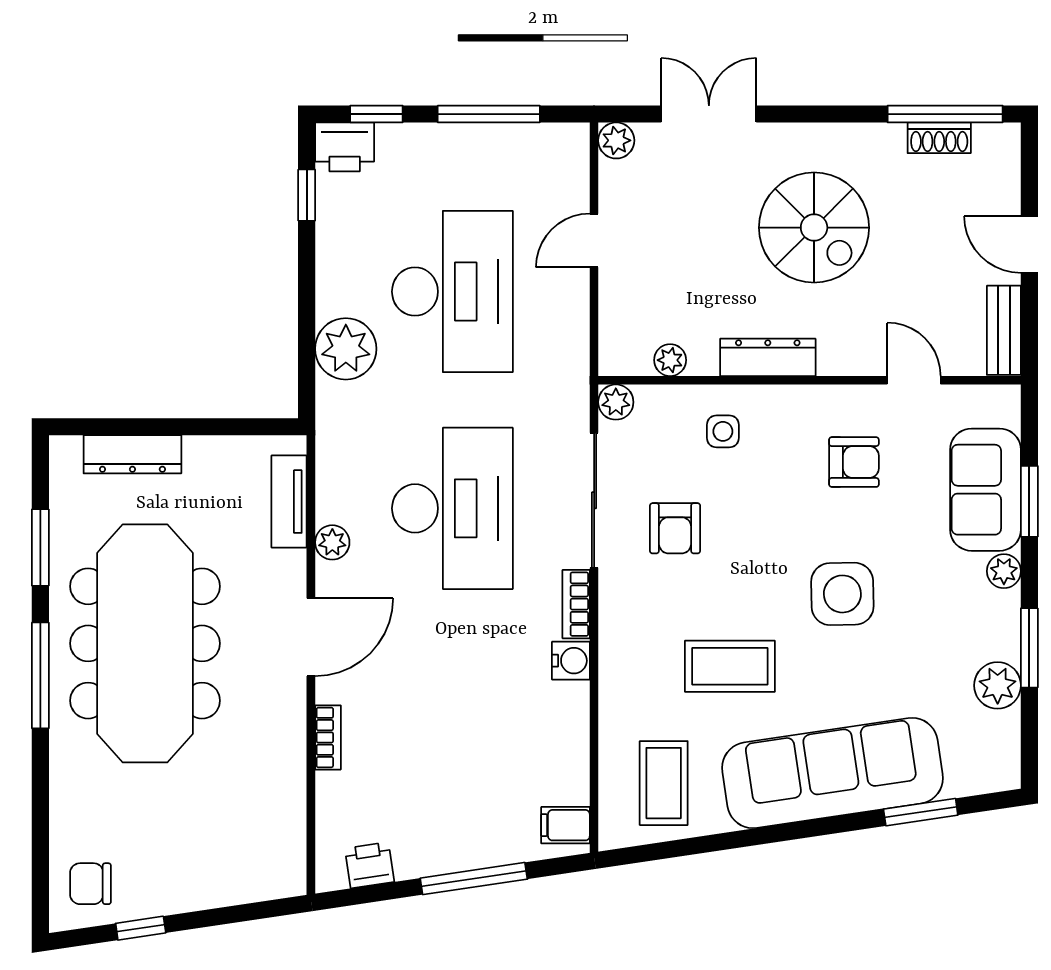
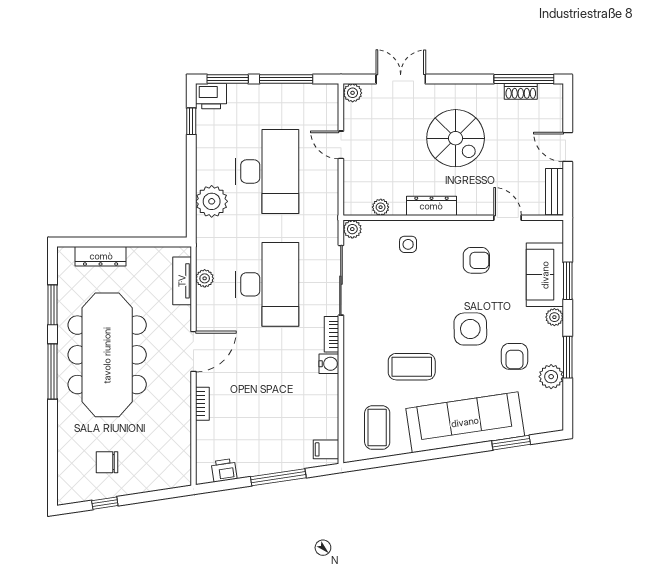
window: (376, 114) -> (228, 79), width x1.50
door: (594, 240) -> (341, 145), hinge flipped
armchair: (675, 528) -> (514, 356), moved
plant: (332, 542) -> (205, 278), moved
chair: (90, 884) -> (107, 462), moved

